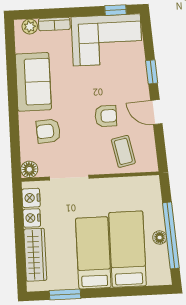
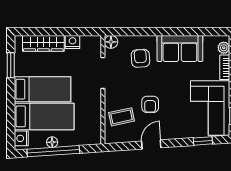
window: (152, 72) -> (203, 141), moved
nightstand: (31, 198) -> (21, 138), moved, turned -90

